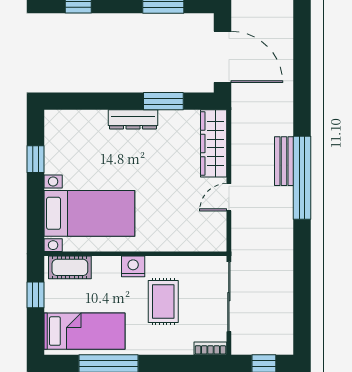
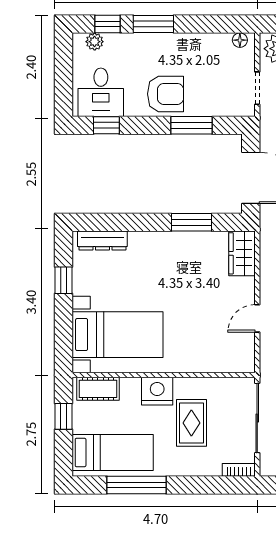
dresser: (133, 119) -> (102, 240), moved
wardrobe: (214, 143) -> (242, 253), width x0.67
nightstand: (133, 266) -> (157, 391), width x1.36, depth x1.33

